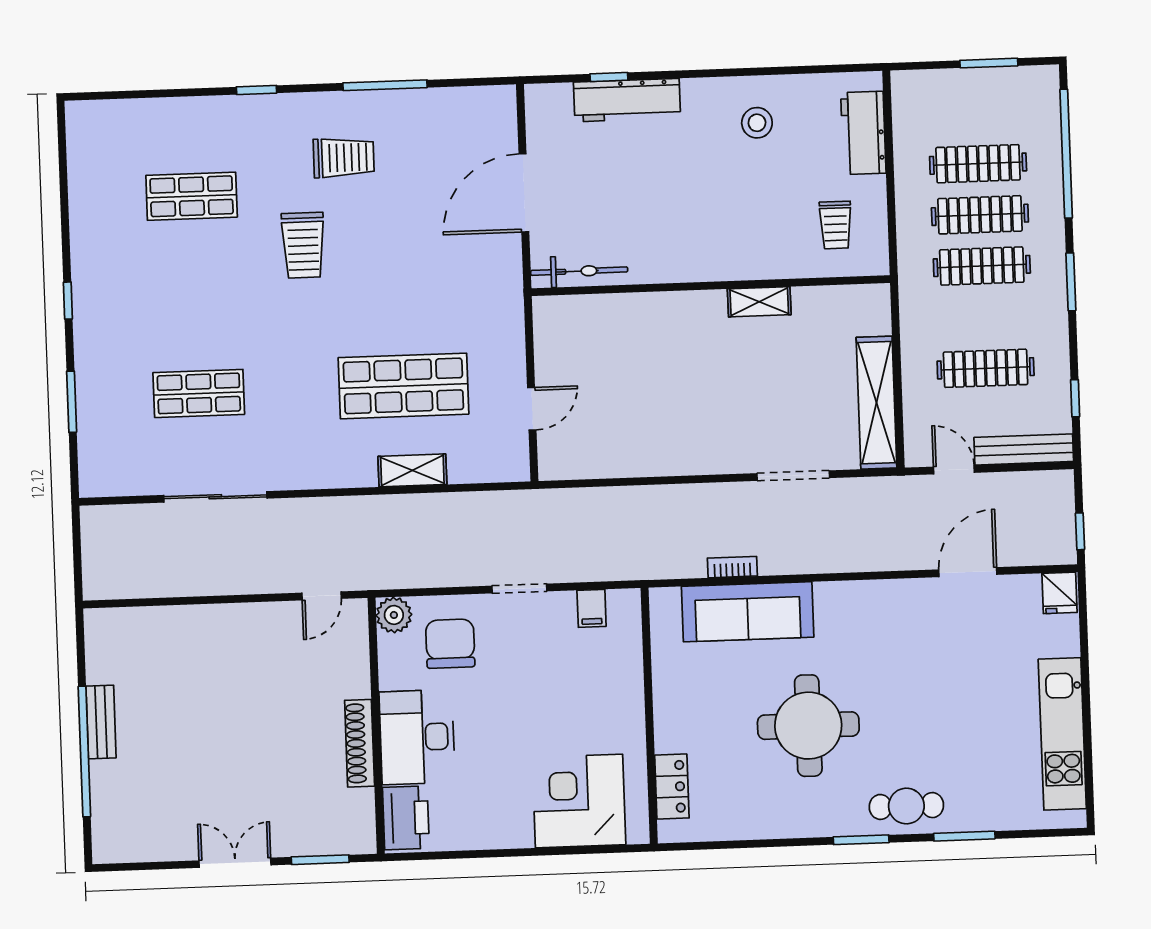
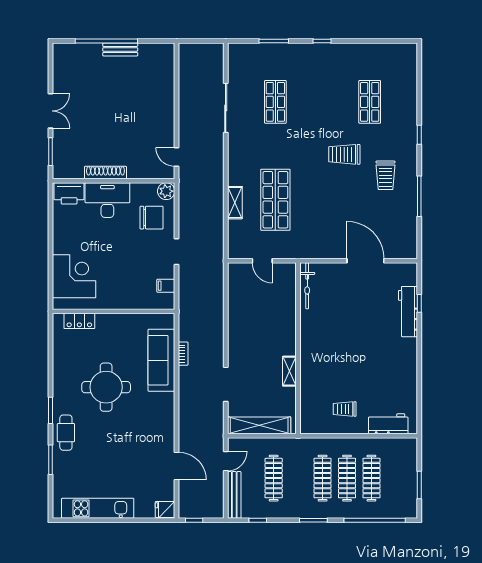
stool: (757, 123) -> (395, 373), removed
bicycle: (579, 271) -> (307, 286), moved
wall: (711, 286) -> (298, 348), moved
shelving: (759, 302) -> (289, 371), moved

